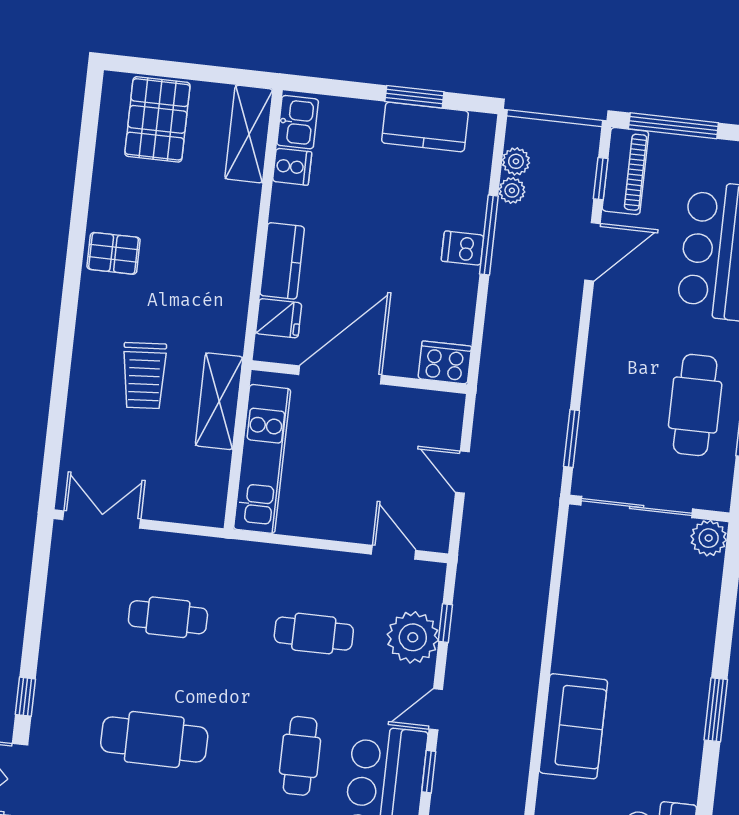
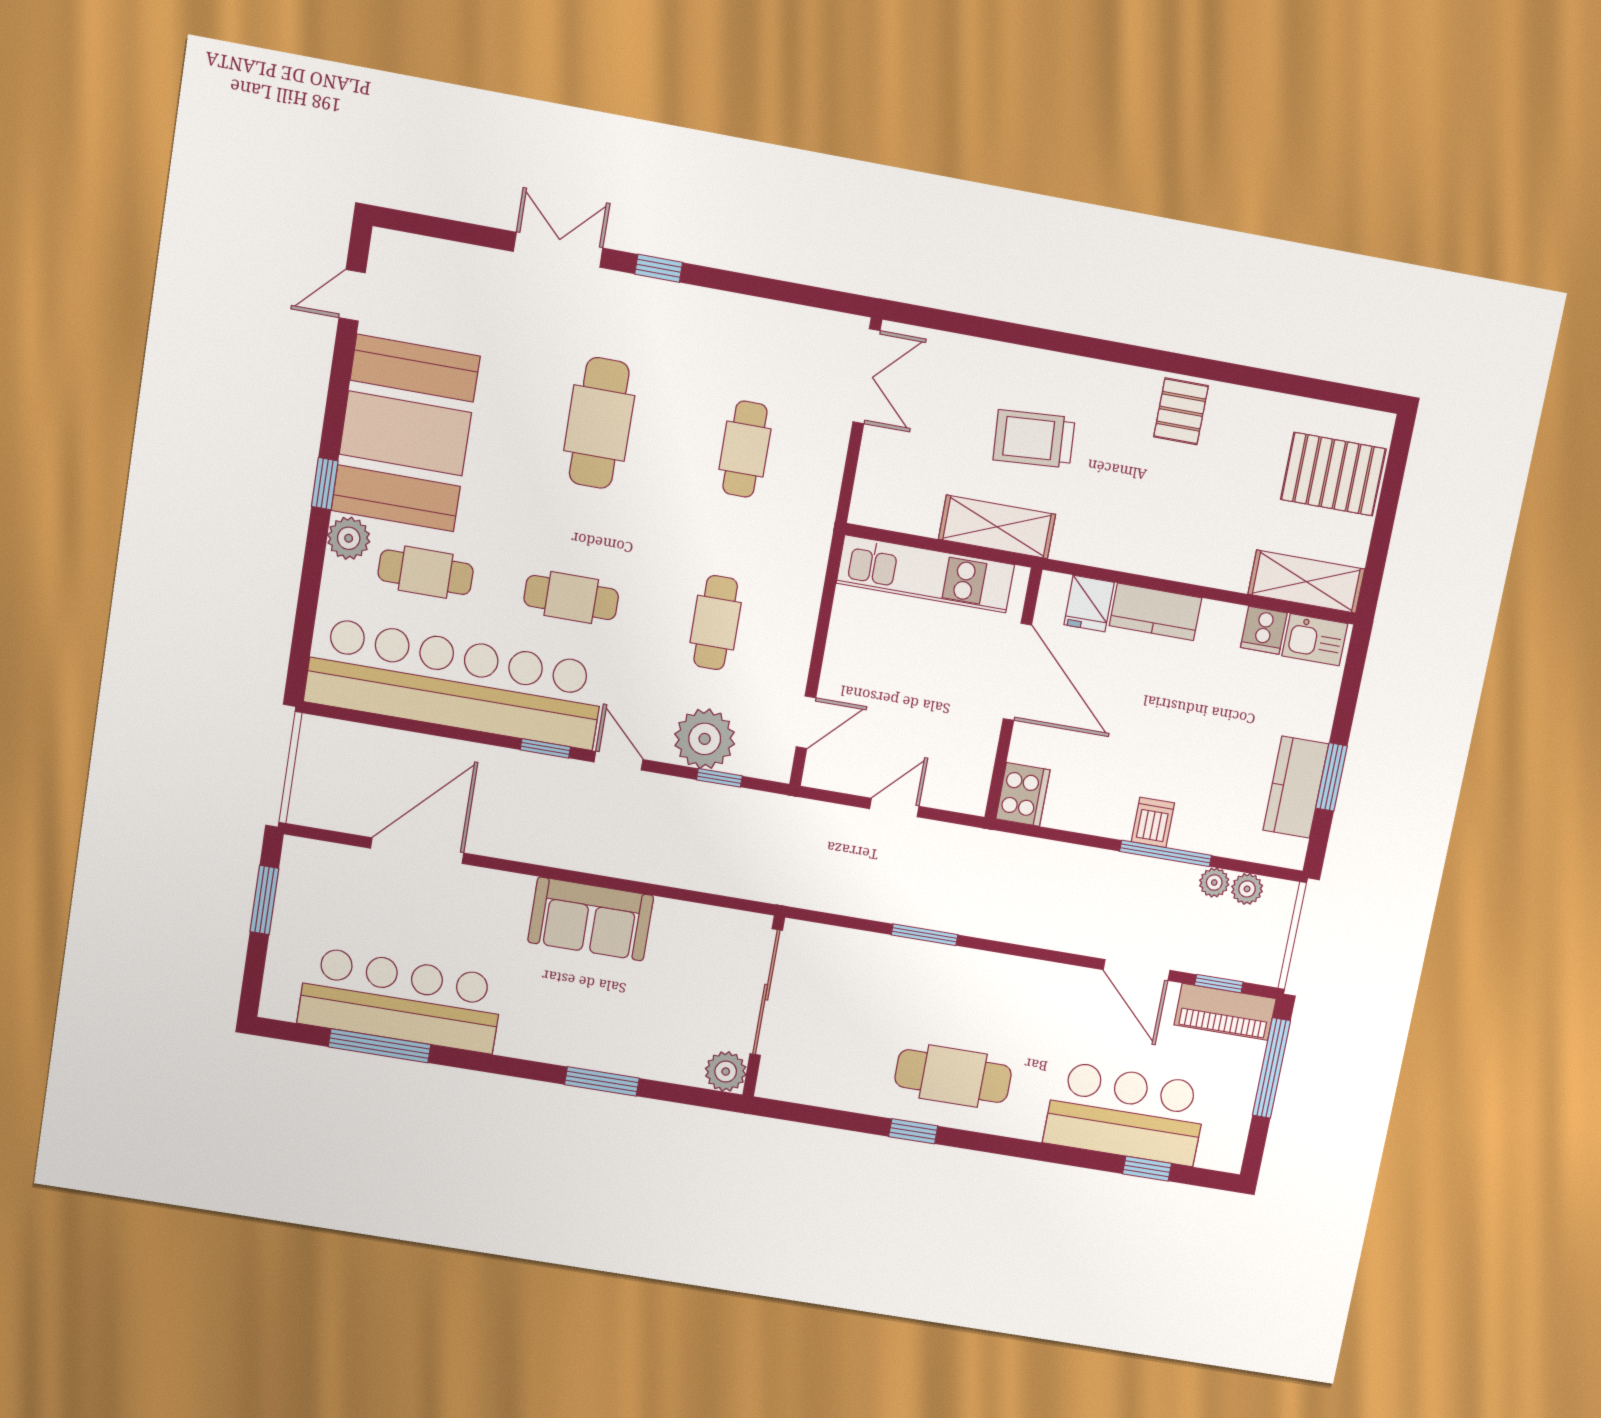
sliding door: (637, 507) -> (766, 992), moved
wall: (649, 508) -> (764, 1006), moved
plant: (709, 538) -> (726, 1072), moved

